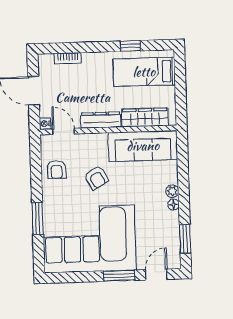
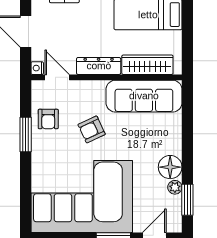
armchair: (96, 178) -> (92, 129), turned 94
plant: (172, 191) -> (175, 187), moved
floor lamp: (173, 204) -> (170, 167), width x1.89, depth x1.89
window: (38, 218) -> (26, 135), moved

